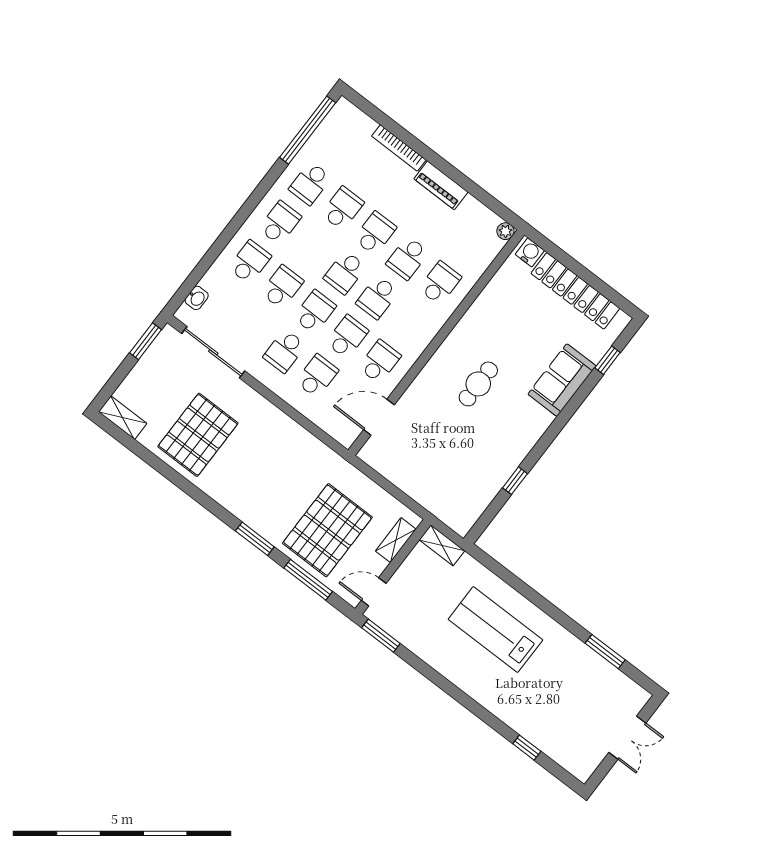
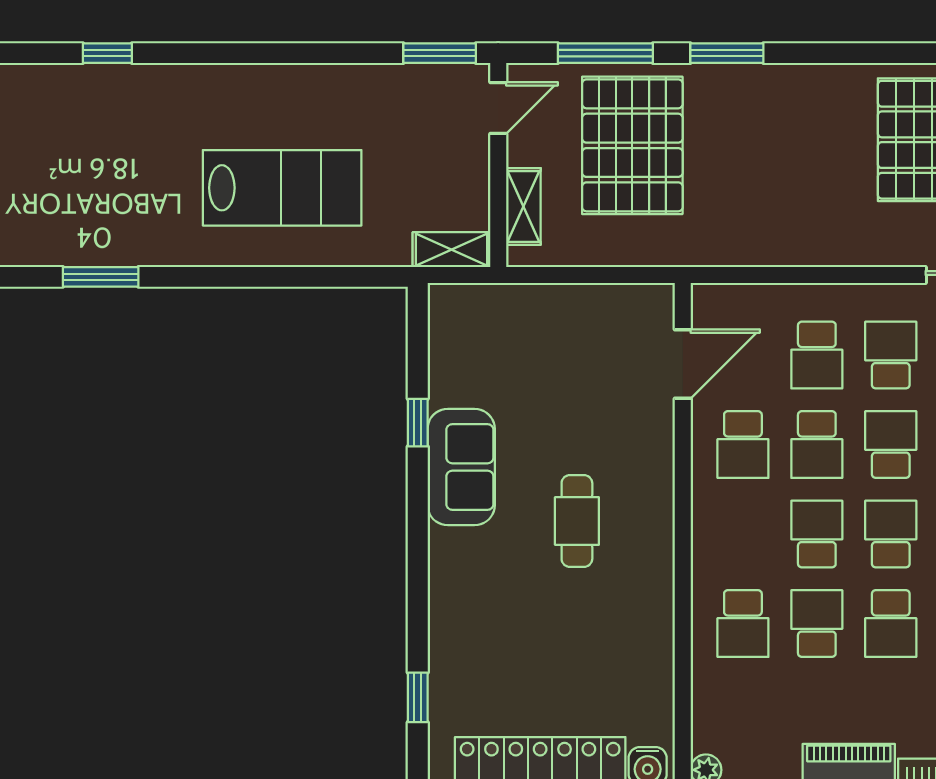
school desk: (315, 312) -> (891, 445), turned 180
sofa: (562, 380) -> (461, 467), moved

